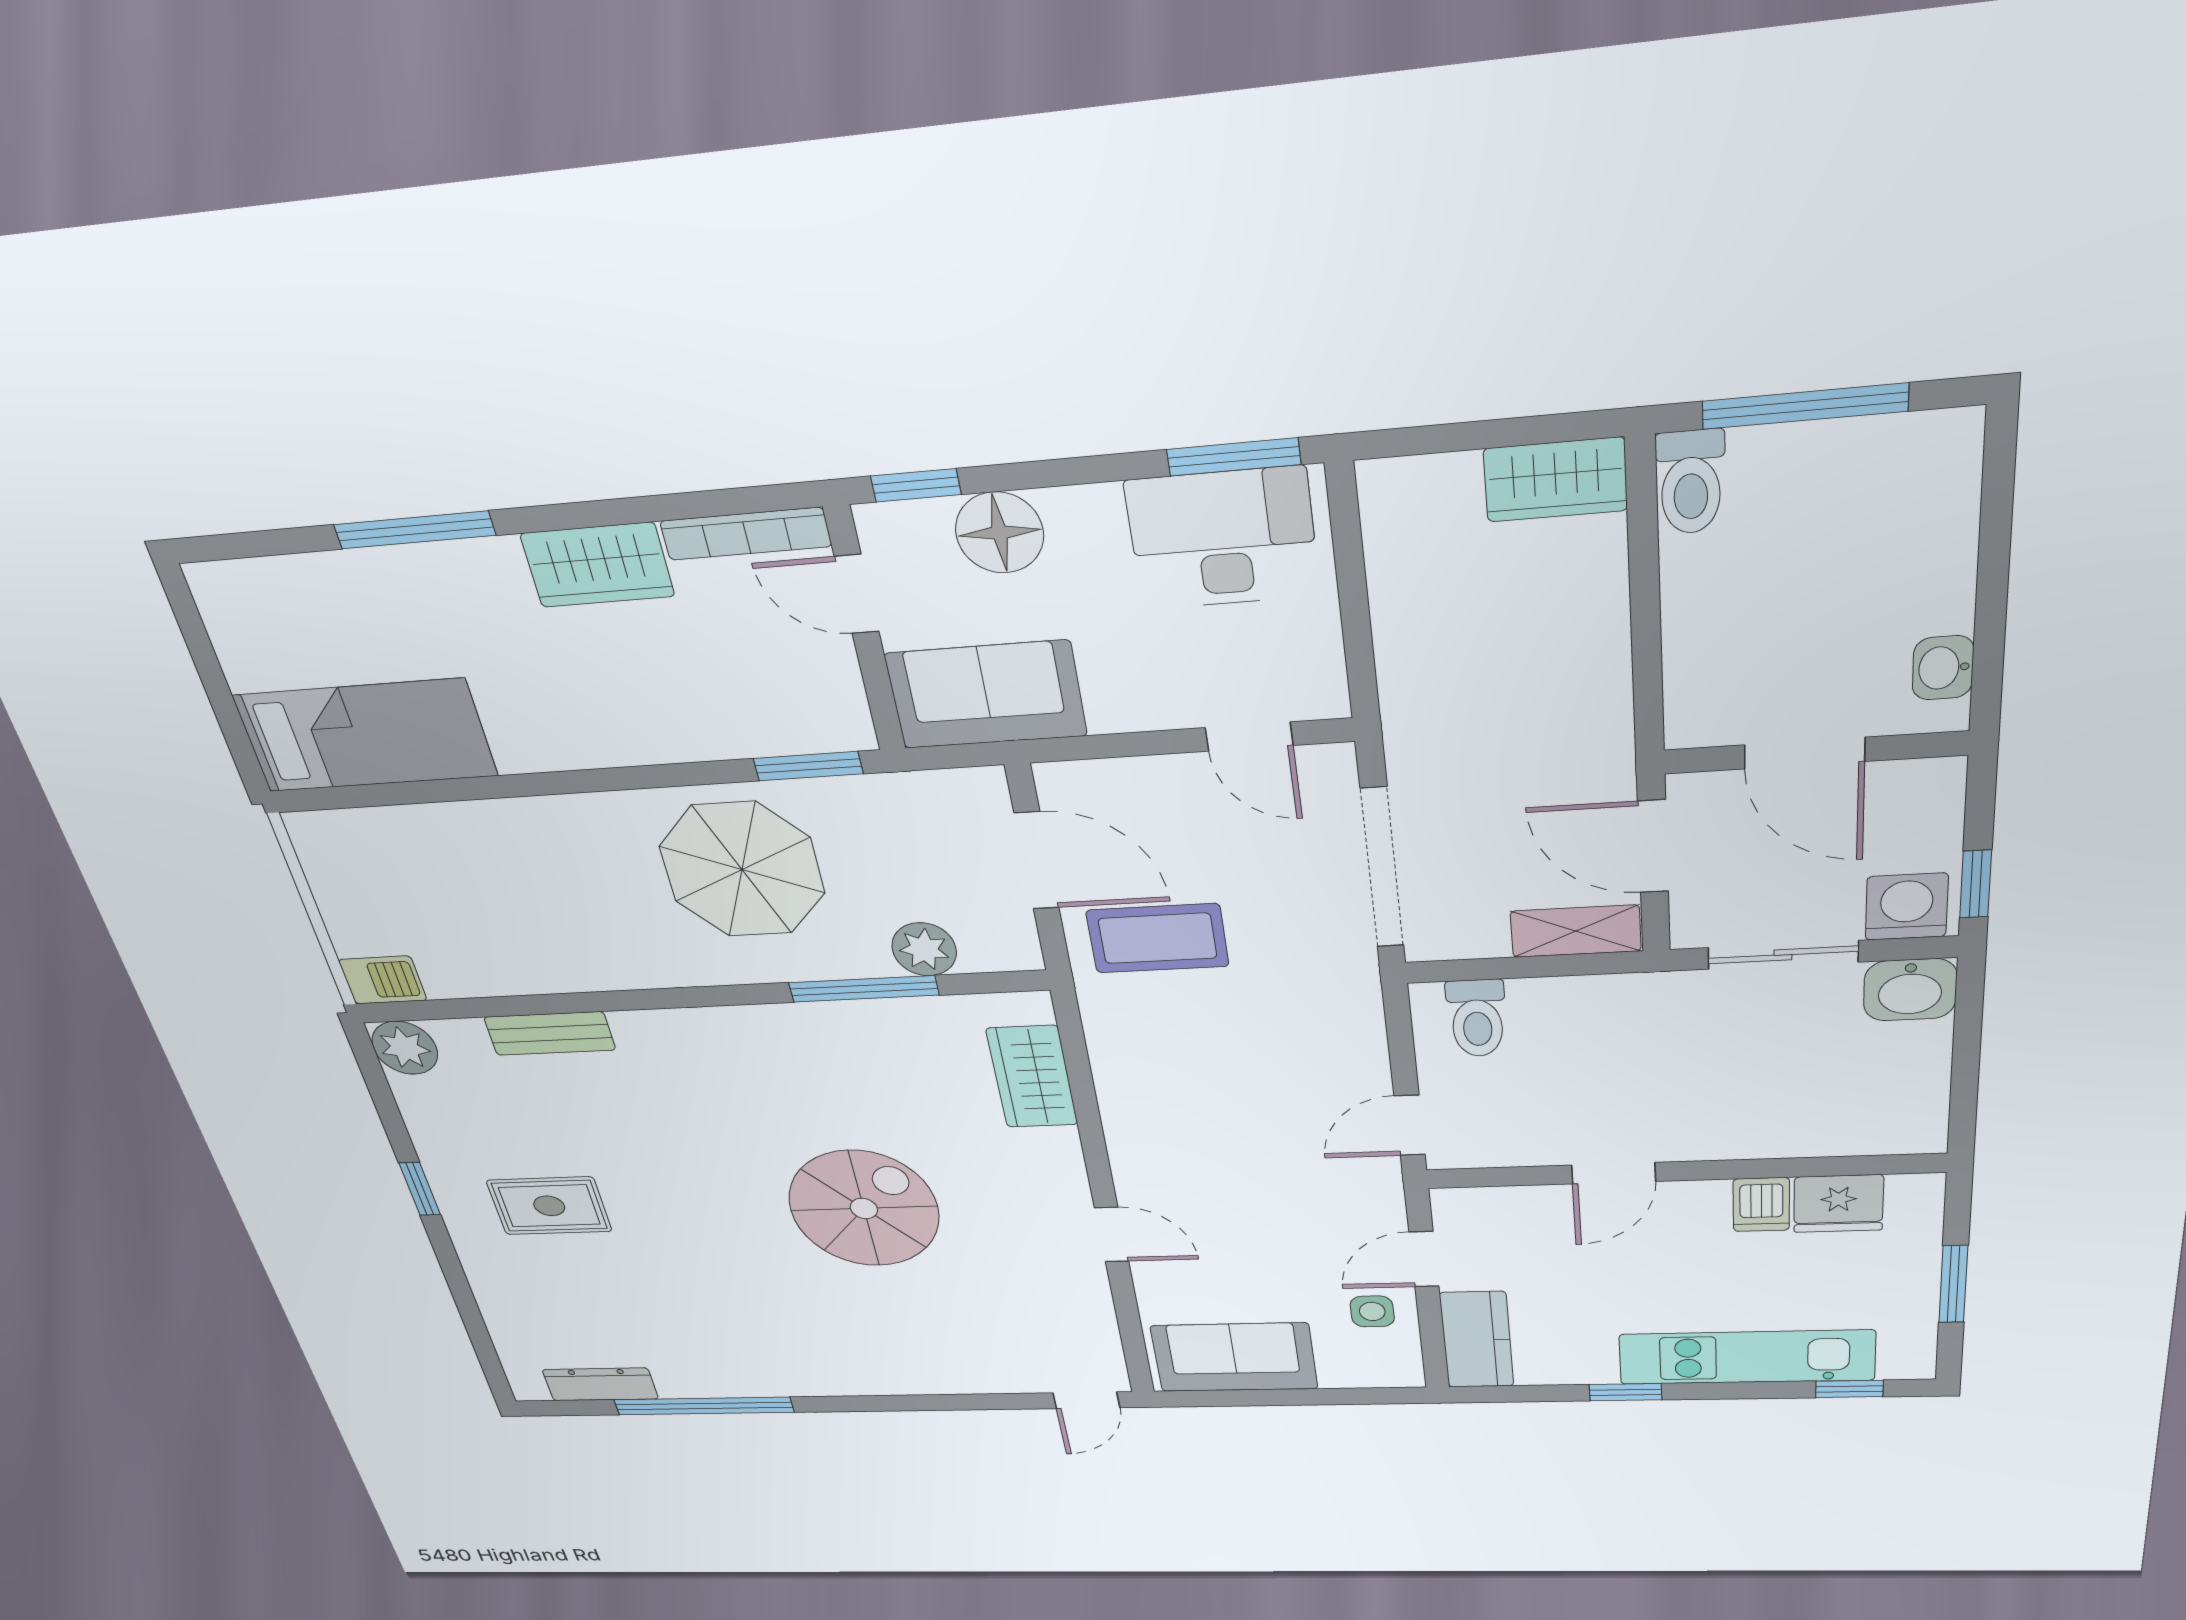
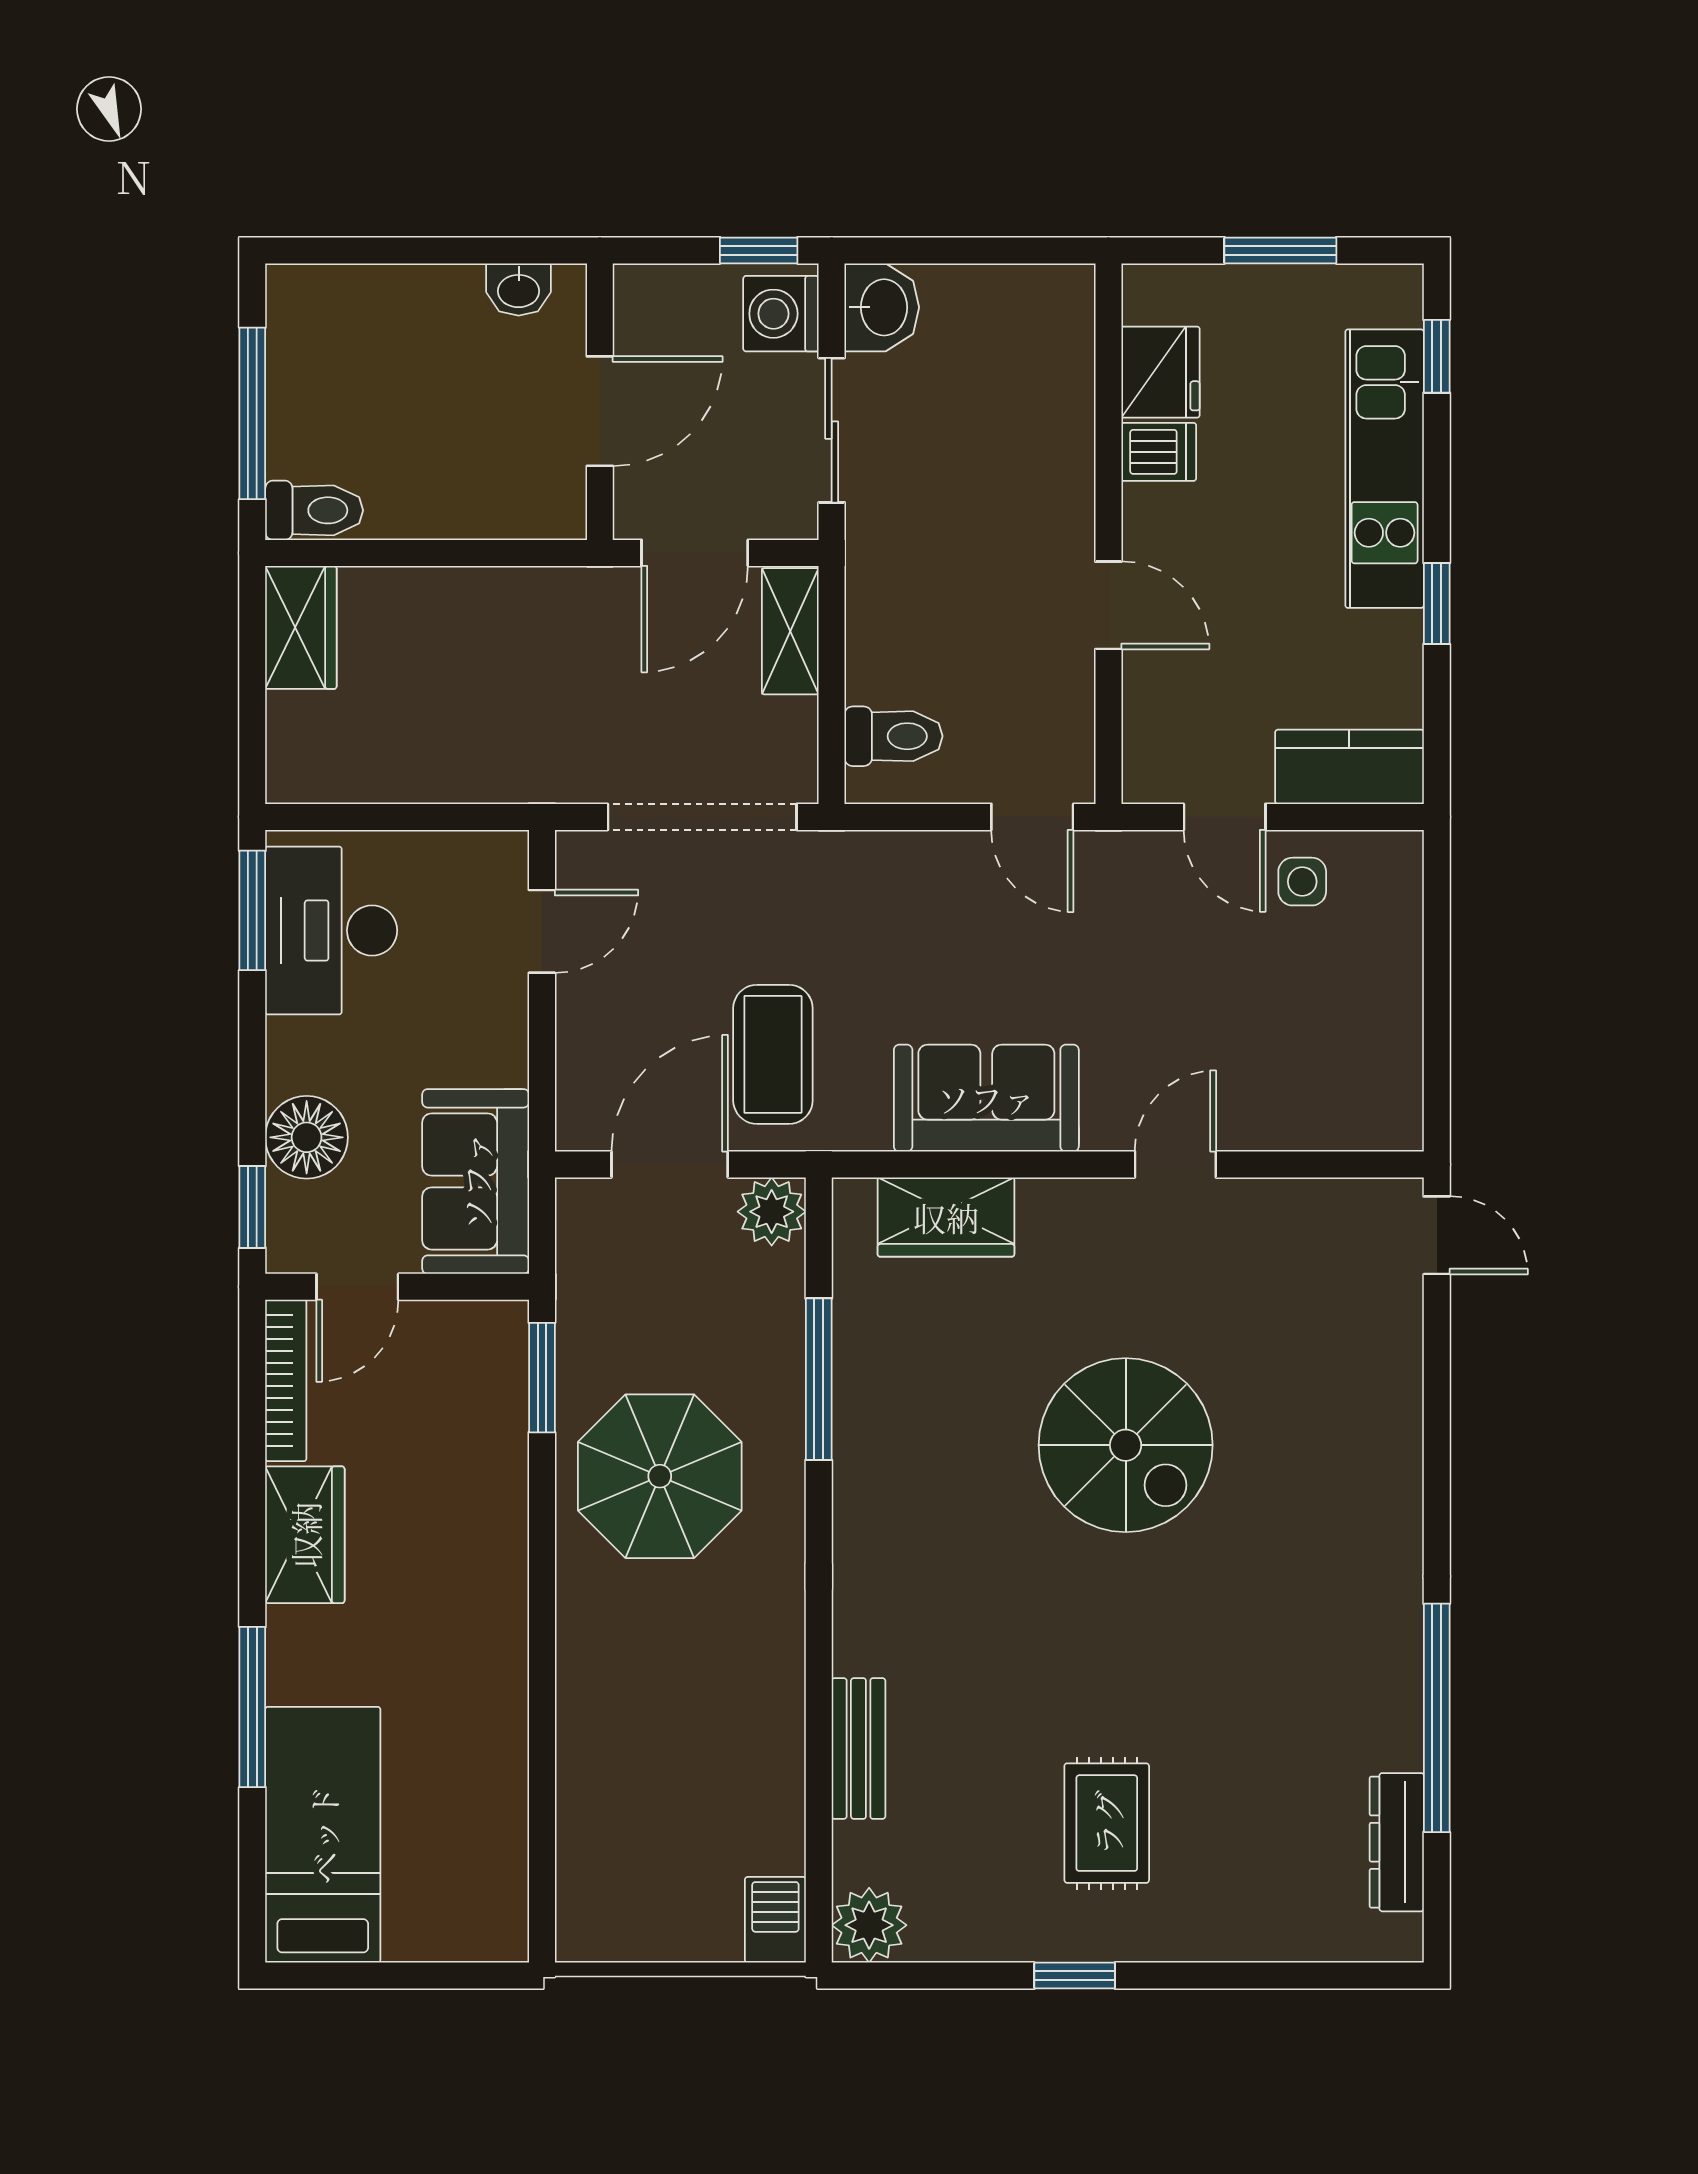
bed: (365, 736) -> (323, 1835), moved
plant: (924, 949) -> (772, 1212), moved
spiral stairs: (864, 1209) -> (1126, 1445), turned 180
sofa: (1234, 1357) -> (986, 1098), moved, turned 90

